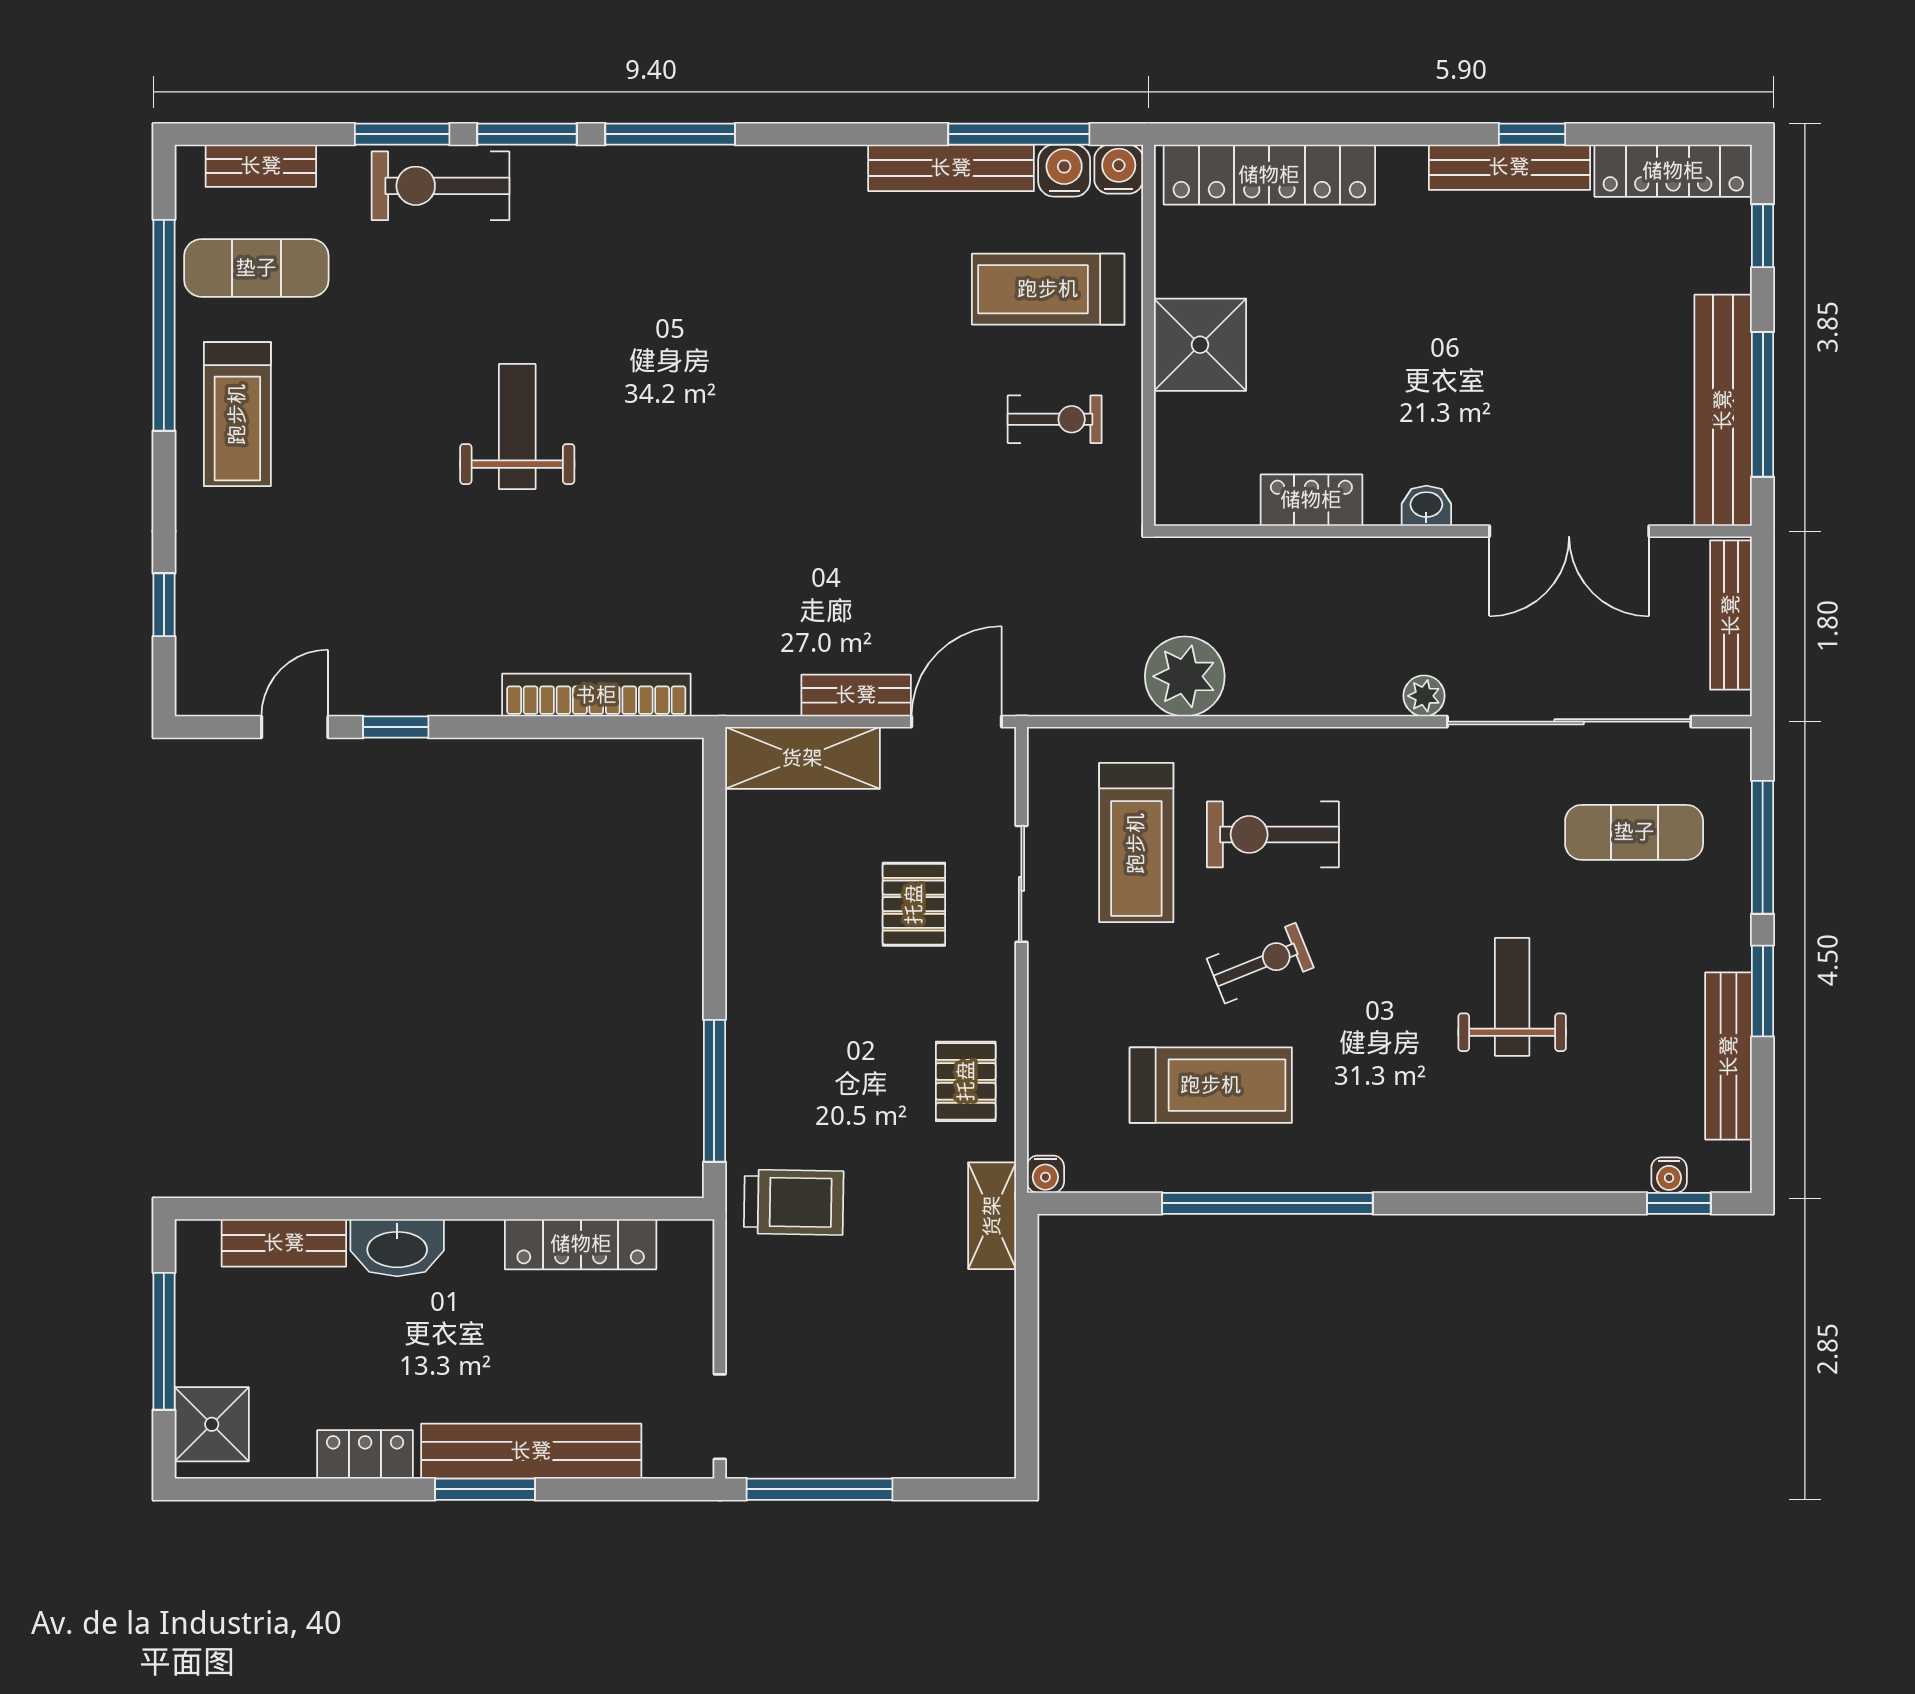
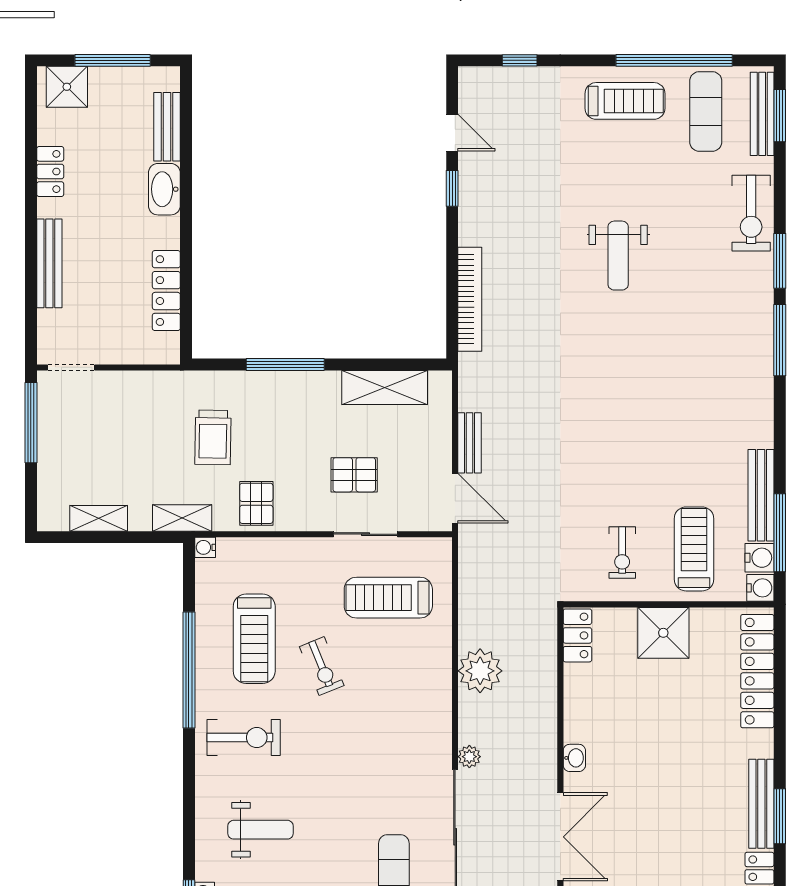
window: (402, 134) -> (780, 116), moved
window: (1532, 134) -> (780, 816), width x1.50
bench: (261, 166) -> (762, 114), width x1.36
exercise bike: (440, 186) -> (751, 213), turned 180
treadmill: (237, 414) -> (625, 101), turned 180
weight bench: (517, 426) -> (618, 256), turned 90
locker: (1311, 500) -> (577, 635), moved
double door: (1569, 531) -> (560, 837), swing flipped
plant: (1185, 676) -> (480, 671), moved
shelving: (802, 758) -> (385, 388), moved, turned 90
exercise bike: (1273, 834) -> (244, 738), moved, turned 90
weight bench: (1512, 997) -> (261, 830), moved
pallet: (966, 1081) -> (256, 503), turned 90
window: (714, 1091) -> (285, 365), moved
trolley: (794, 1202) -> (213, 437), moved
shelving: (993, 1367) -> (99, 518), added
bench: (531, 1451) -> (49, 263), width x0.73, depth x0.82
window: (485, 1489) -> (31, 238), removed

